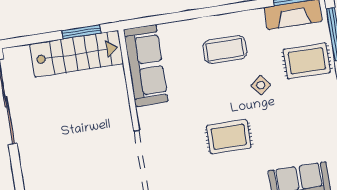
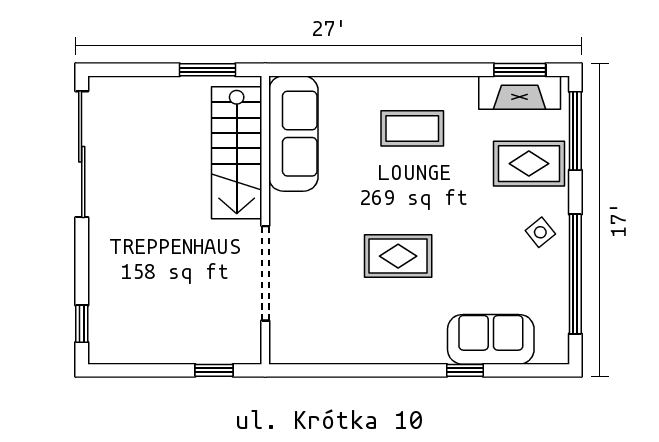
stairs: (77, 54) -> (237, 153), moved, turned 90
side table: (261, 85) -> (540, 232), moved

